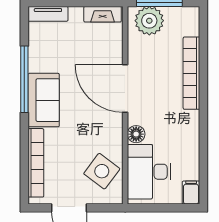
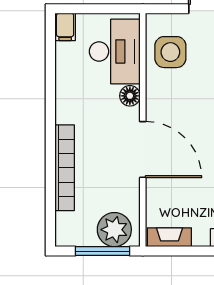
side table: (102, 171) -> (170, 52), turned -37

